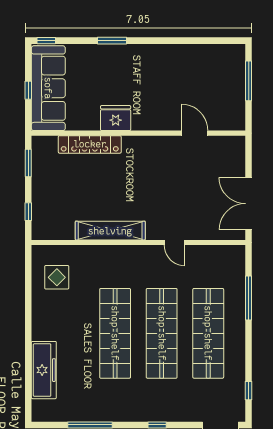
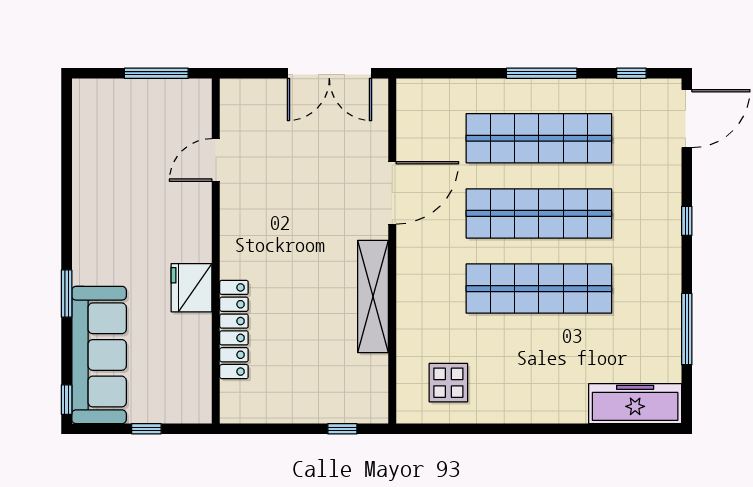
window: (249, 81) -> (156, 73), moved
sofa: (48, 88) -> (99, 355), moved, turned 90
window: (28, 163) -> (264, 429), removed
door: (174, 242) -> (392, 193), width x1.88
window: (249, 298) -> (542, 73), moved
freezer: (44, 370) -> (635, 404), moved

